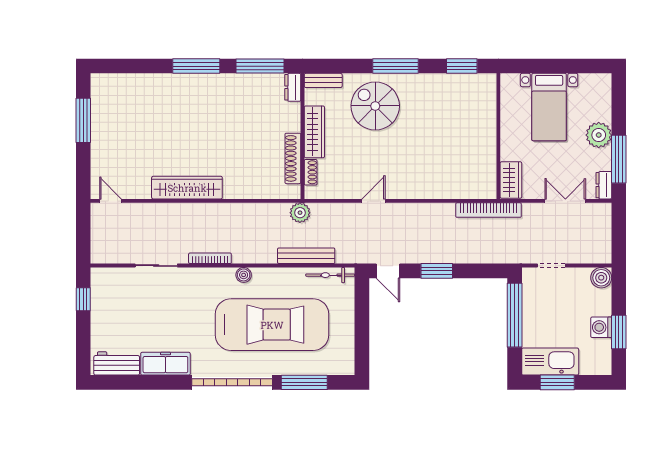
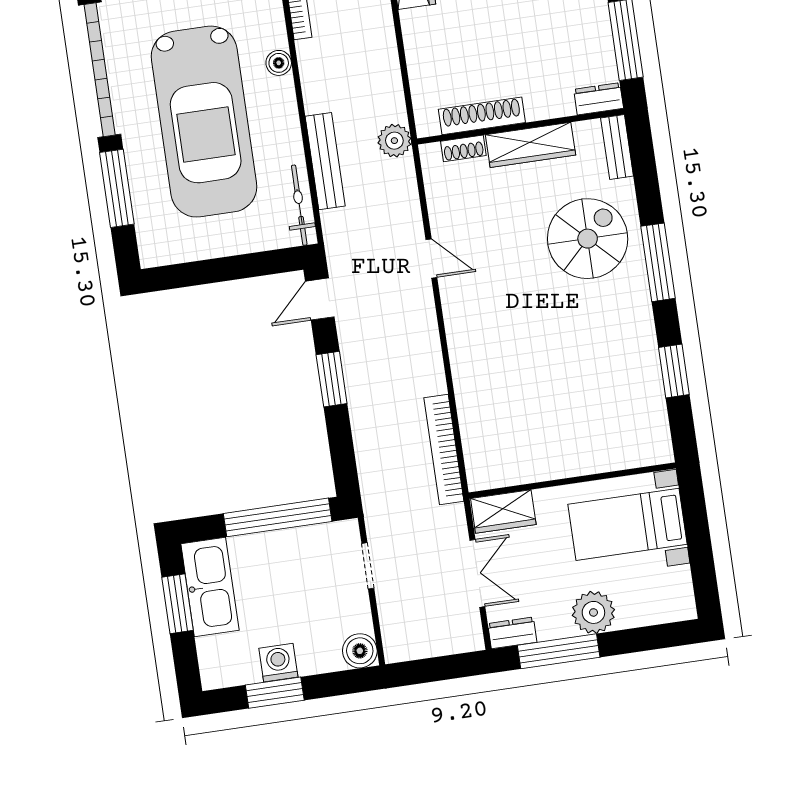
wall: (498, 136) -> (572, 480), moved
wardrobe: (511, 180) -> (503, 511), moved

